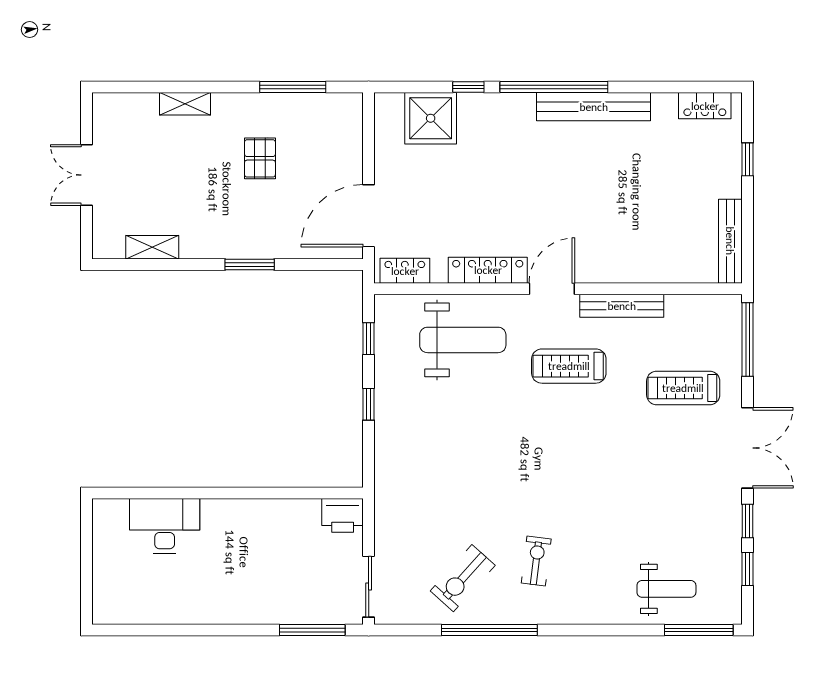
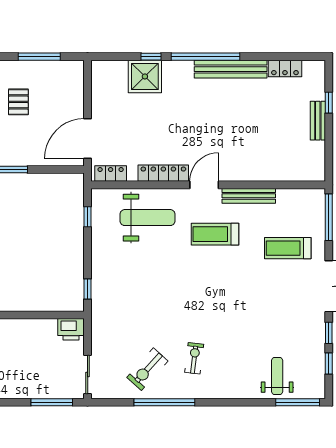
locker: (705, 106) -> (285, 68), moved
shower: (431, 118) -> (145, 76), moved
bench: (730, 241) -> (318, 121), moved, width x0.73
window: (369, 404) -> (88, 289), moved
weight bench: (666, 589) -> (277, 376), turned -90

